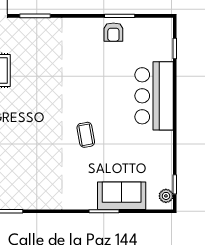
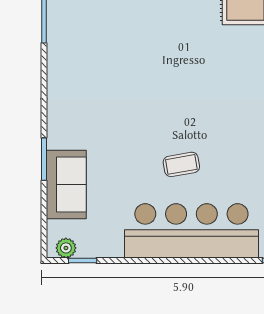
bar counter: (154, 96) -> (191, 231), width x1.36
coffee table: (86, 135) -> (181, 164), moved

